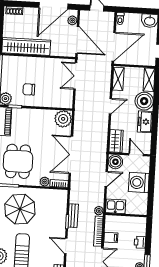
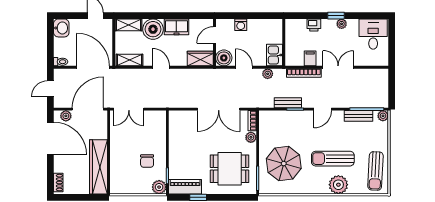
plant: (63, 119) -> (178, 120), removed
washing machine: (139, 183) -> (241, 25), width x0.53, depth x0.53
plant: (99, 211) -> (268, 74), moved

